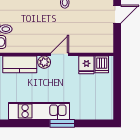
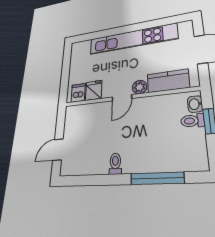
kitchen unit: (39, 111) -> (132, 39), width x1.36
window: (62, 123) -> (120, 30), removed

